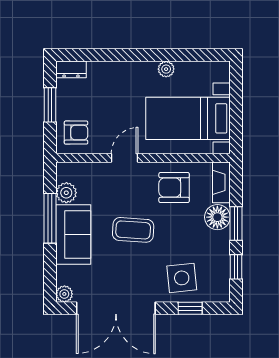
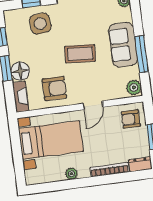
bookcase: (114, 68) -> (110, 170), added
plant: (66, 193) -> (134, 87), moved

